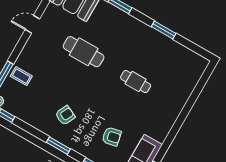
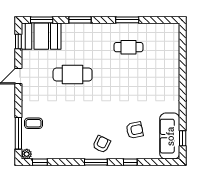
cafe table: (136, 82) -> (129, 47), moved
armchair: (65, 115) -> (102, 144), moved

